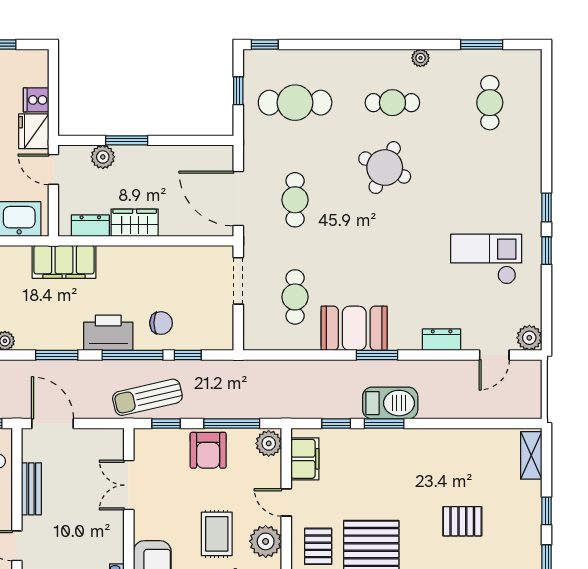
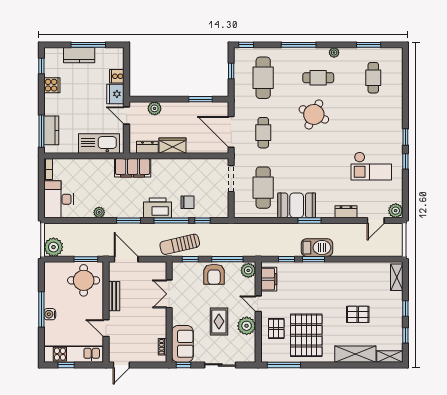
window: (358, 45) -> (299, 45), added
cafe table: (295, 103) -> (263, 78), turned 90
window: (127, 140) -> (201, 99), moved
checkout: (486, 259) -> (371, 166), turned 180
cafe table: (295, 297) -> (263, 188), width x1.37, depth x1.35

